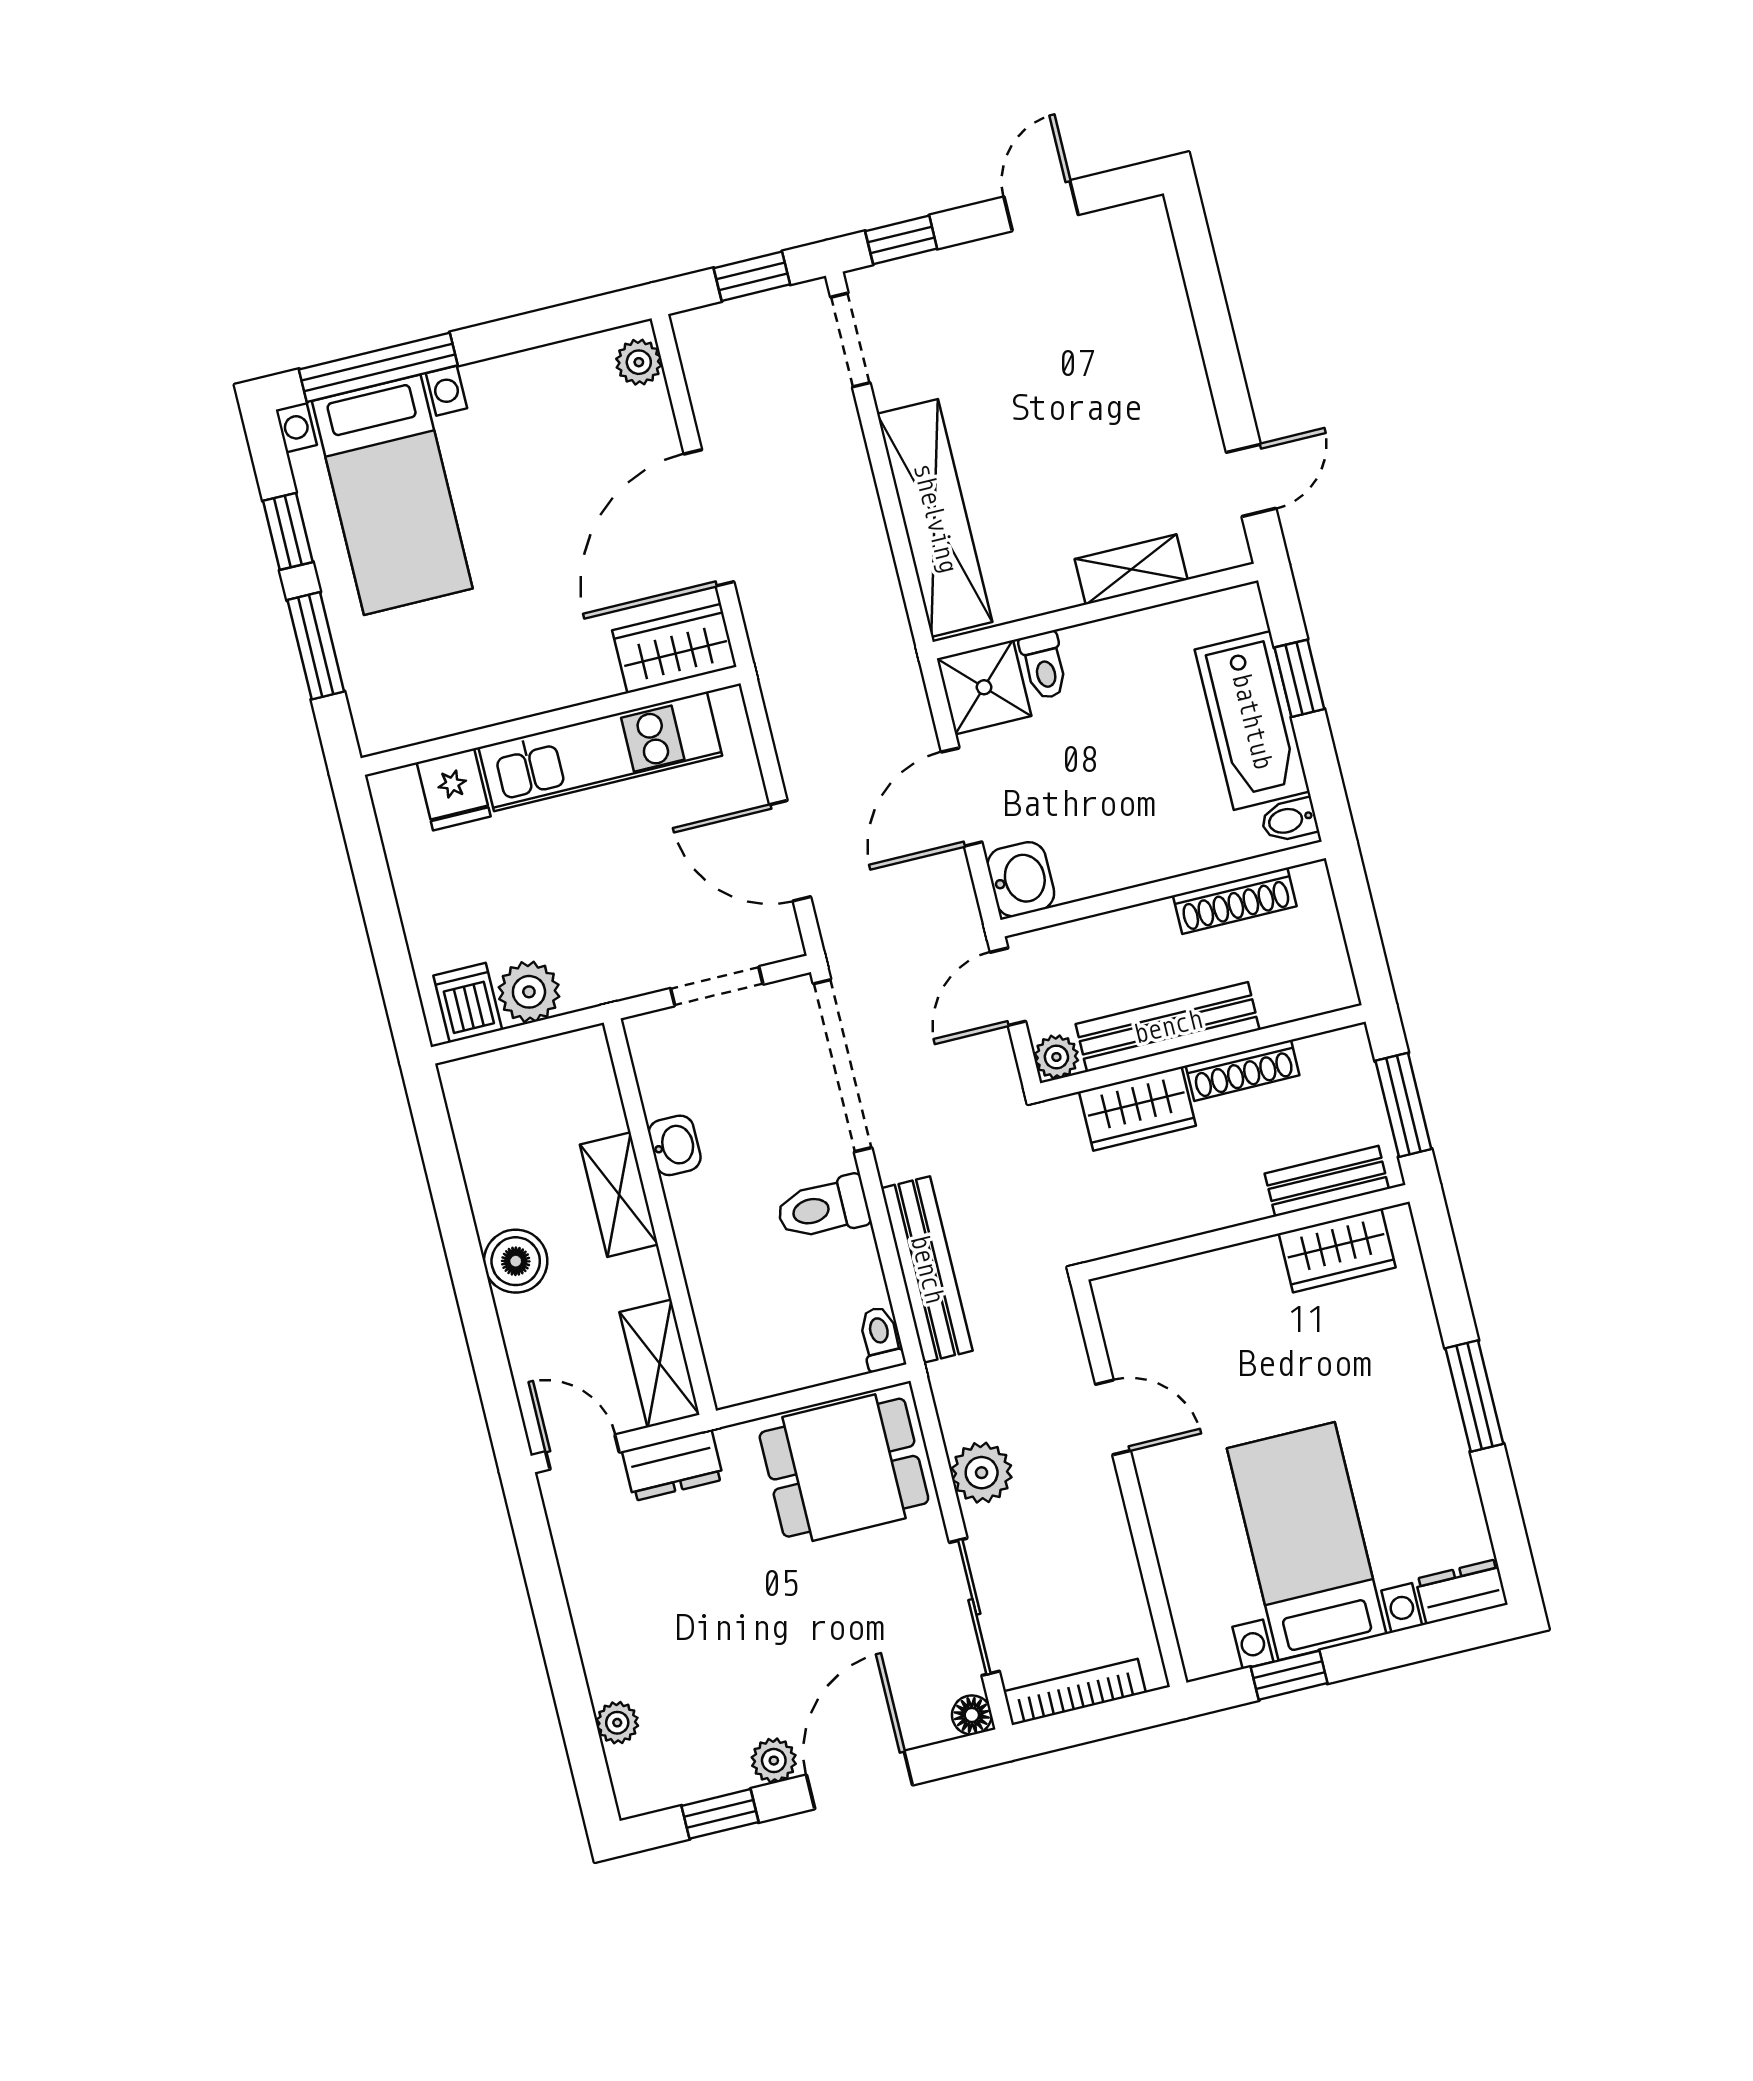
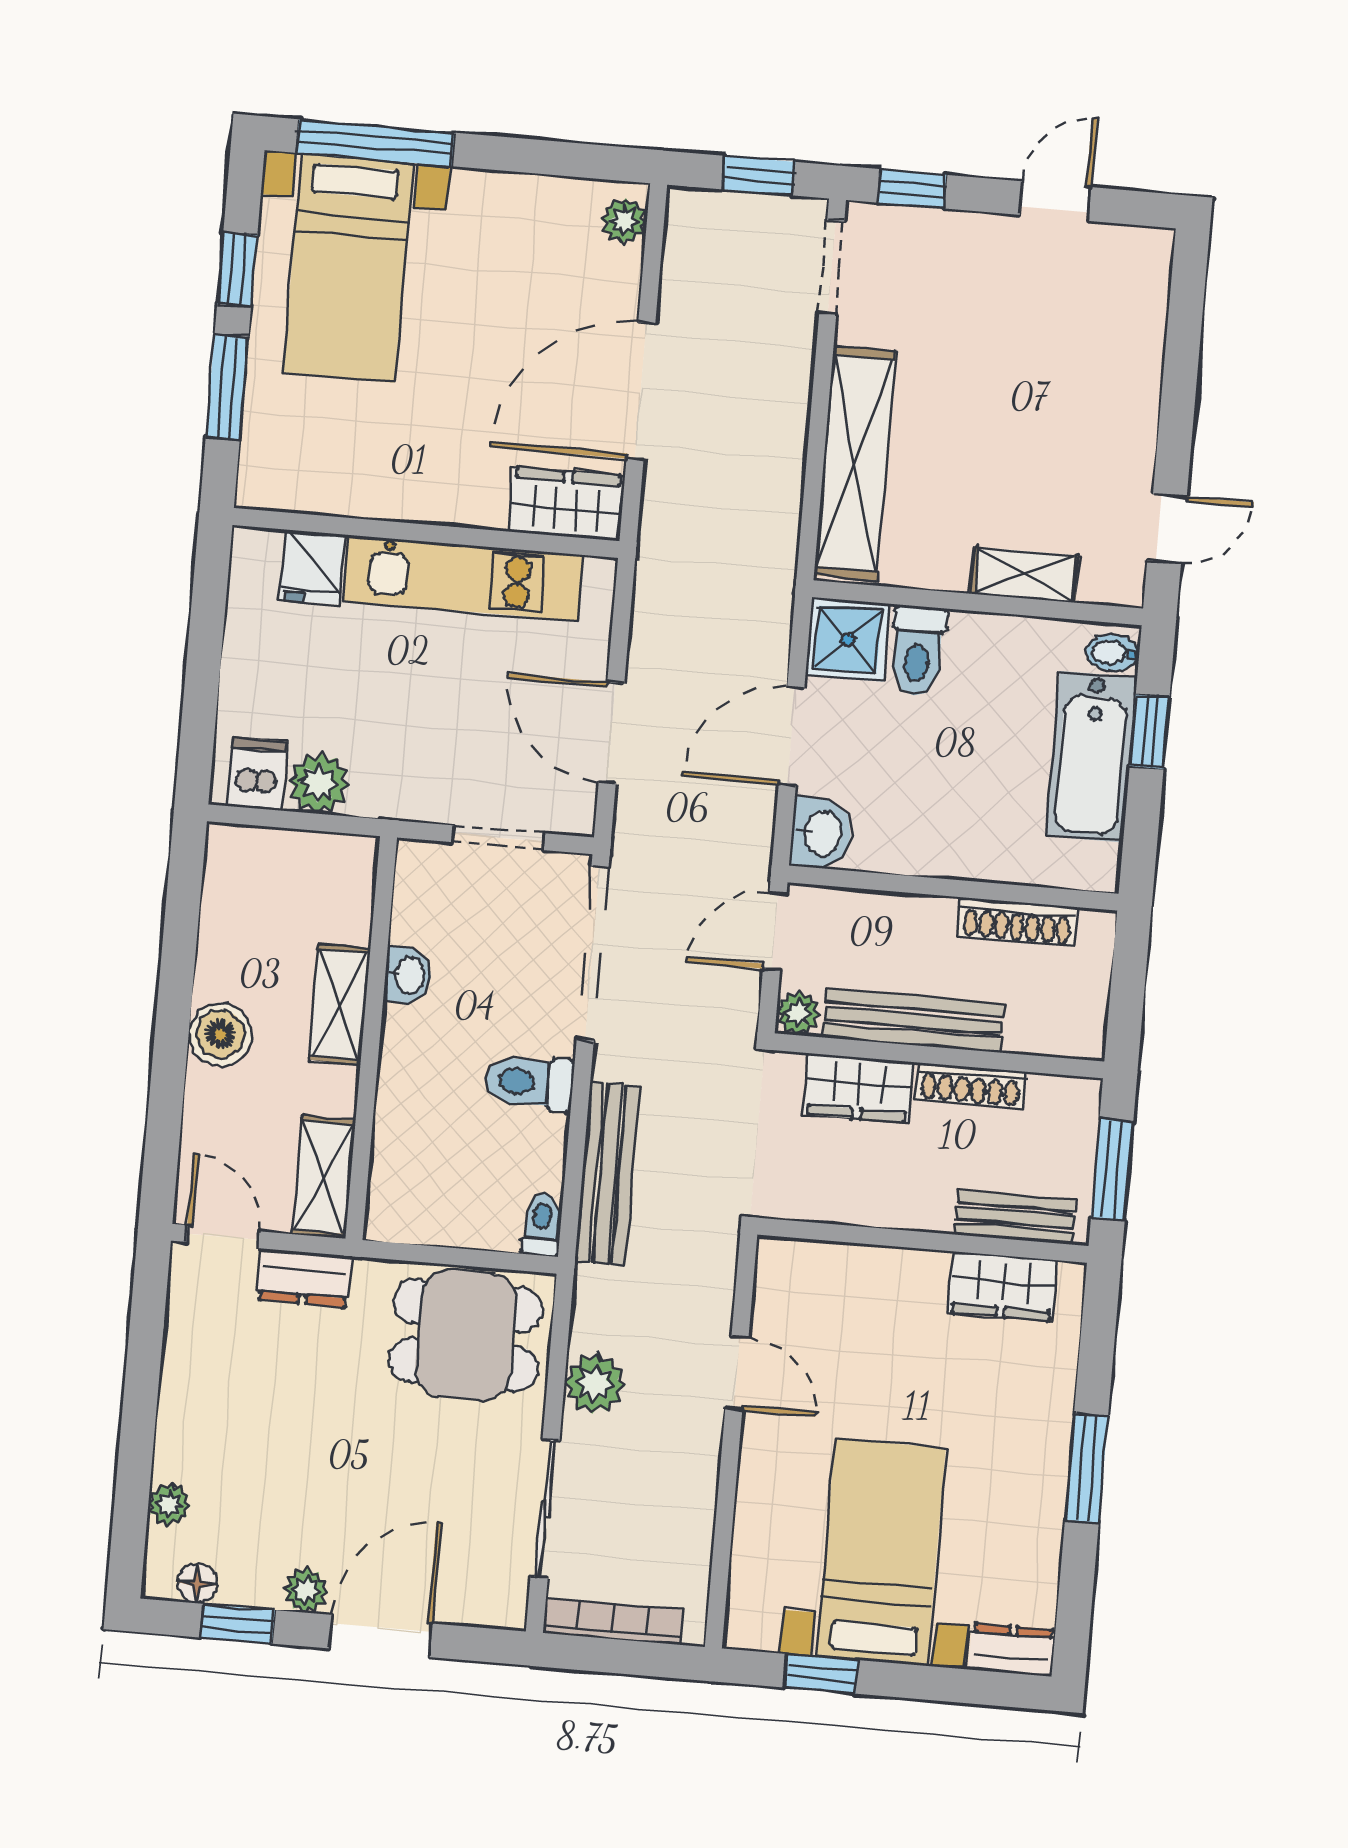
toilet: (1044, 665) -> (918, 651), width x1.37, depth x1.39
bidet: (1289, 820) -> (1113, 653), moved
floor lamp: (972, 1715) -> (197, 1584), moved

